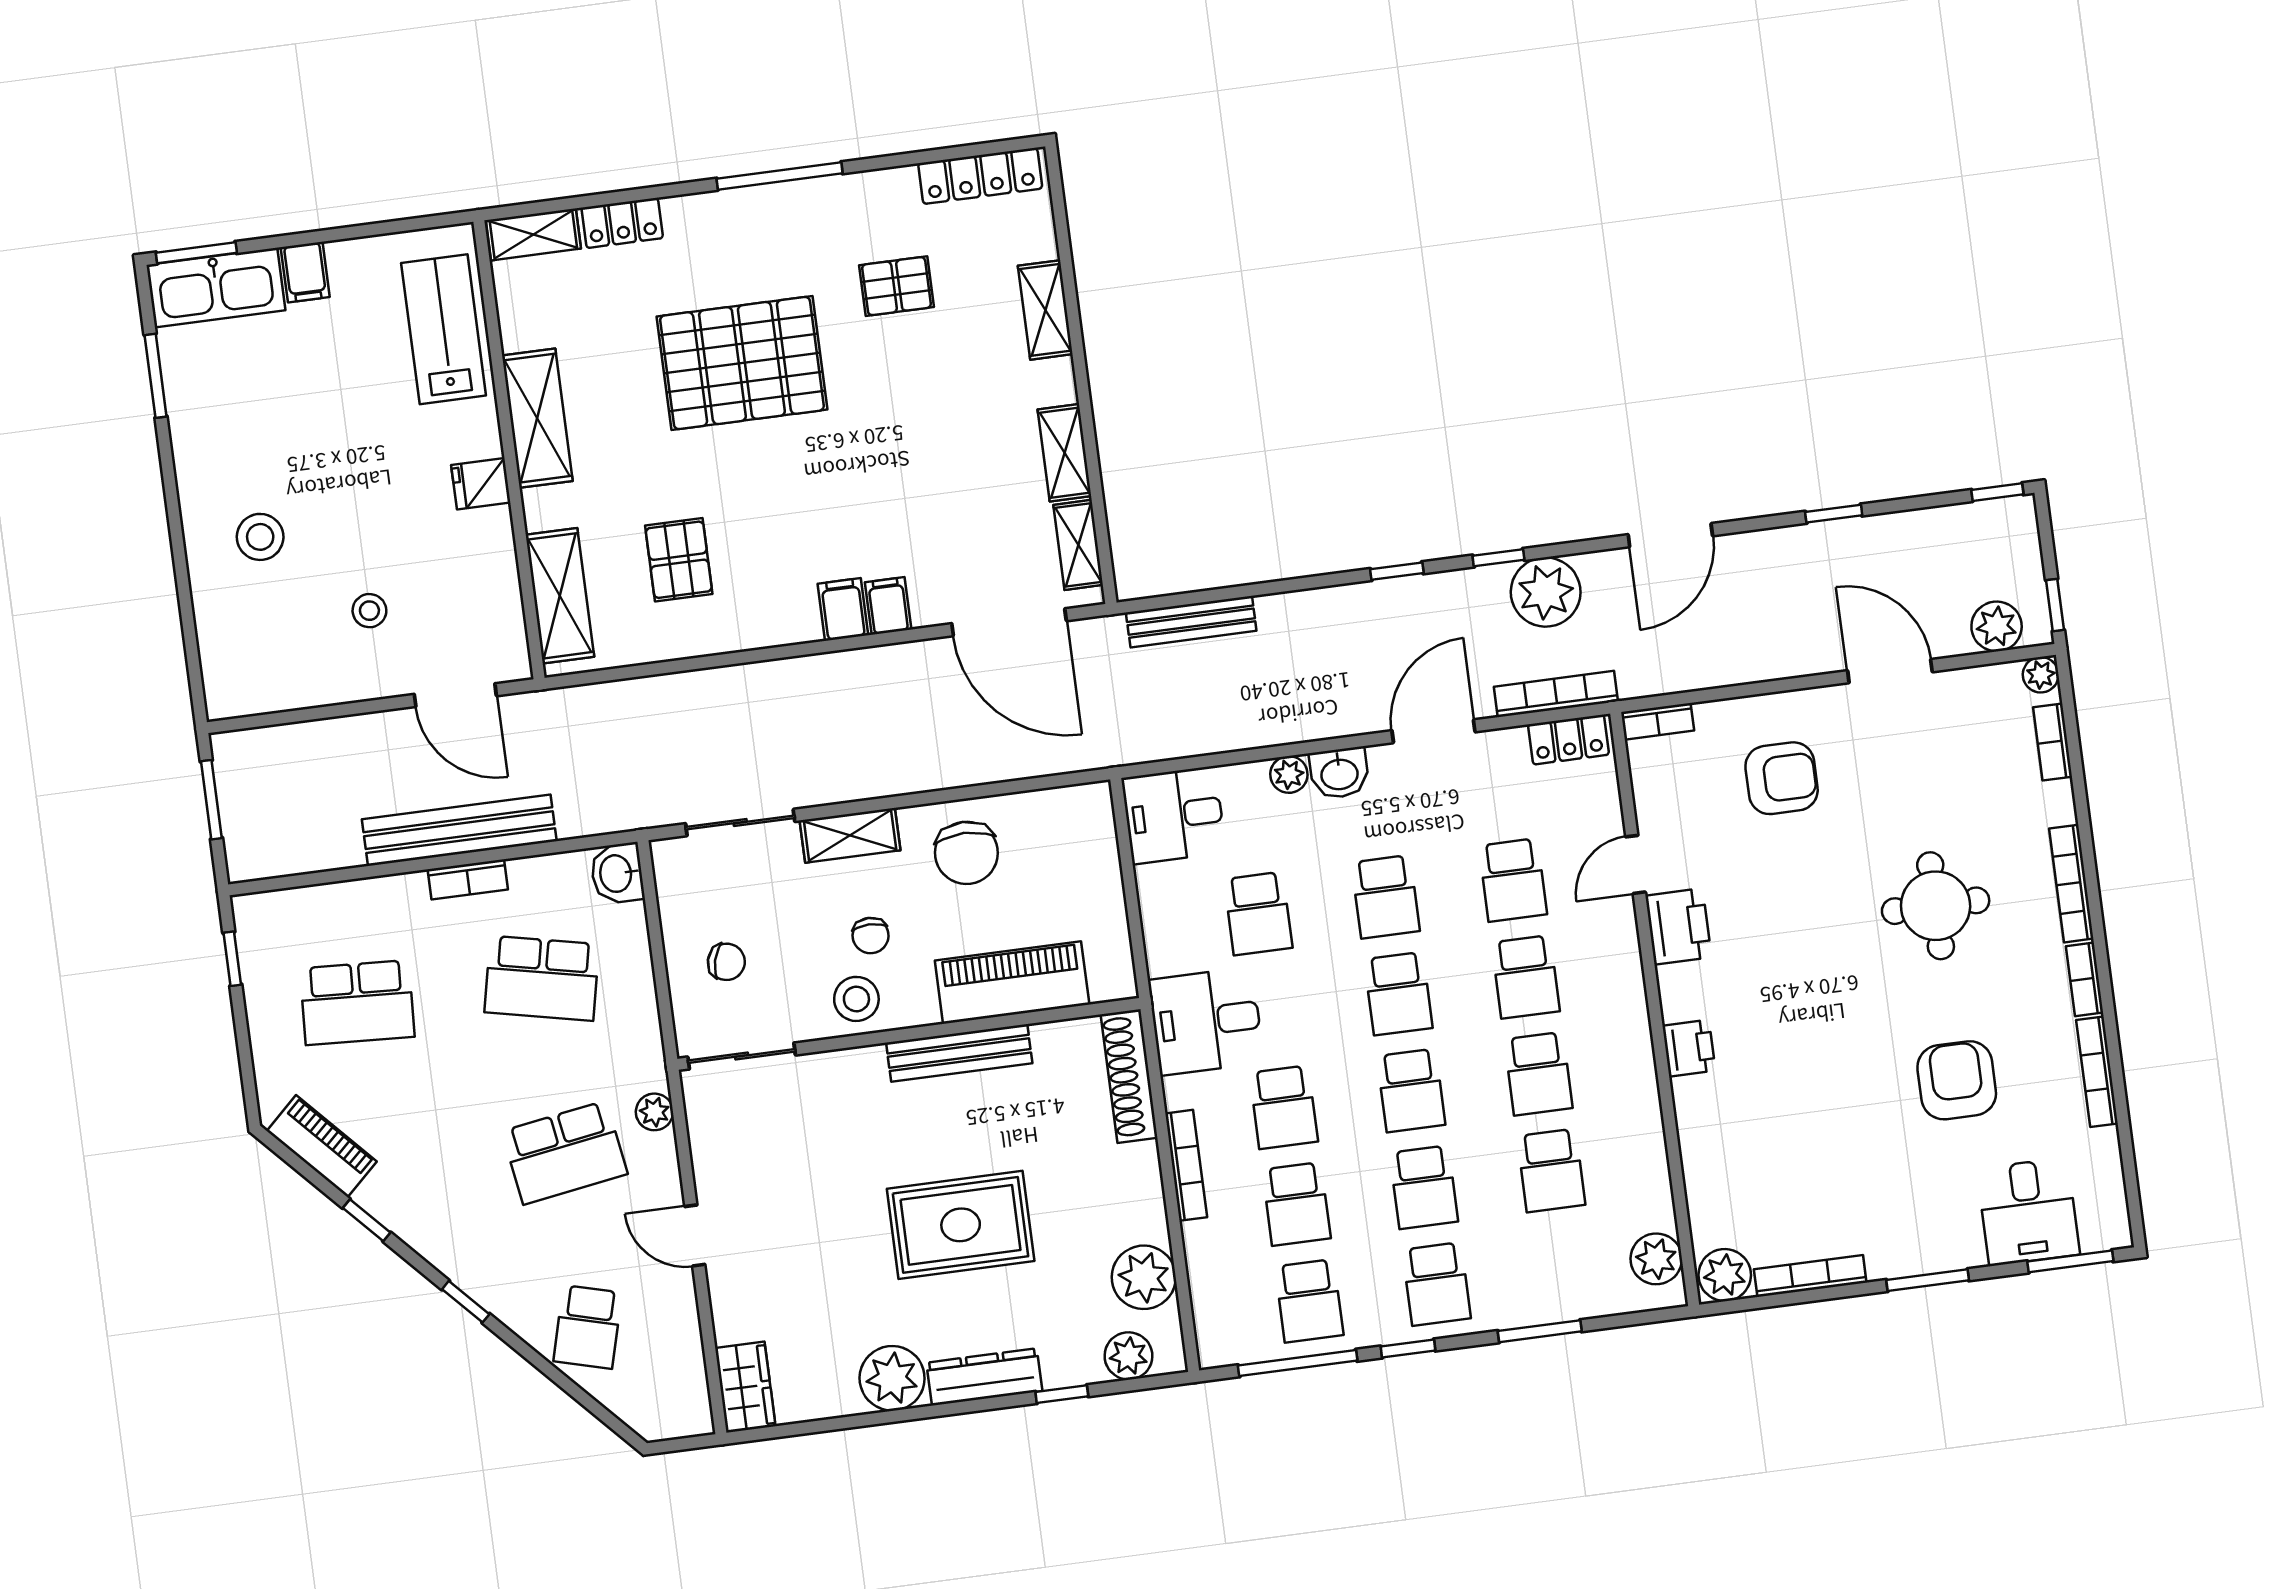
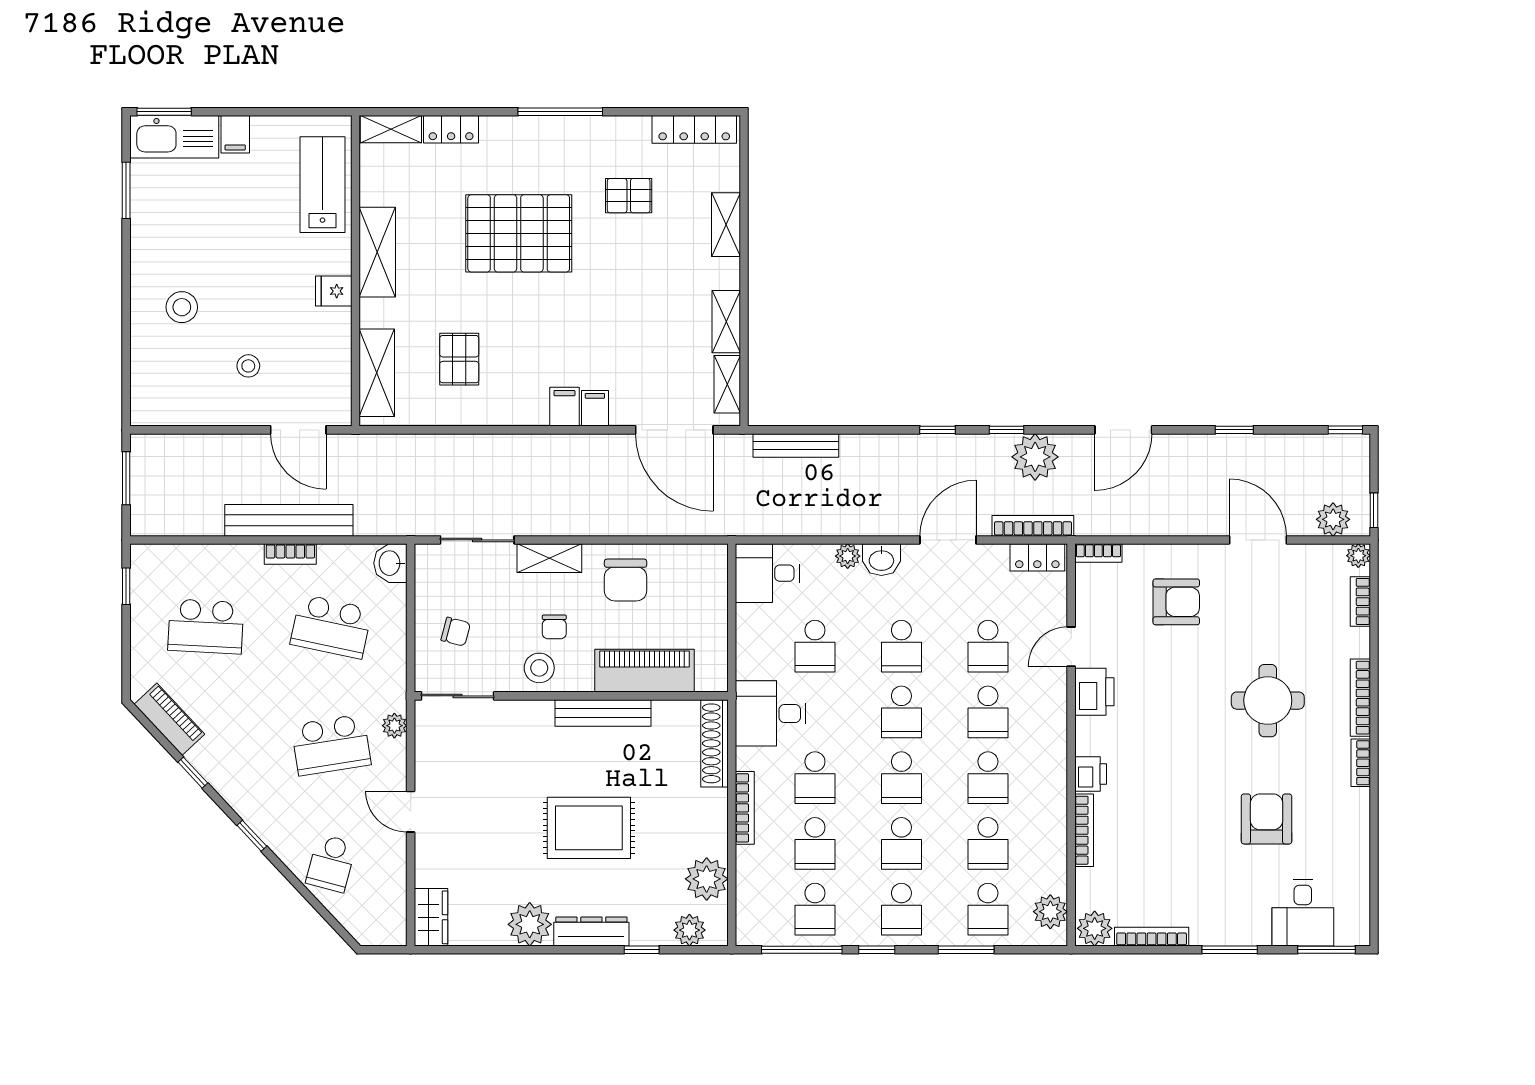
bookcase: (2097, 1072) -> (1084, 830), moved, turned 180
school desk: (1564, 1267) -> (988, 909), added

